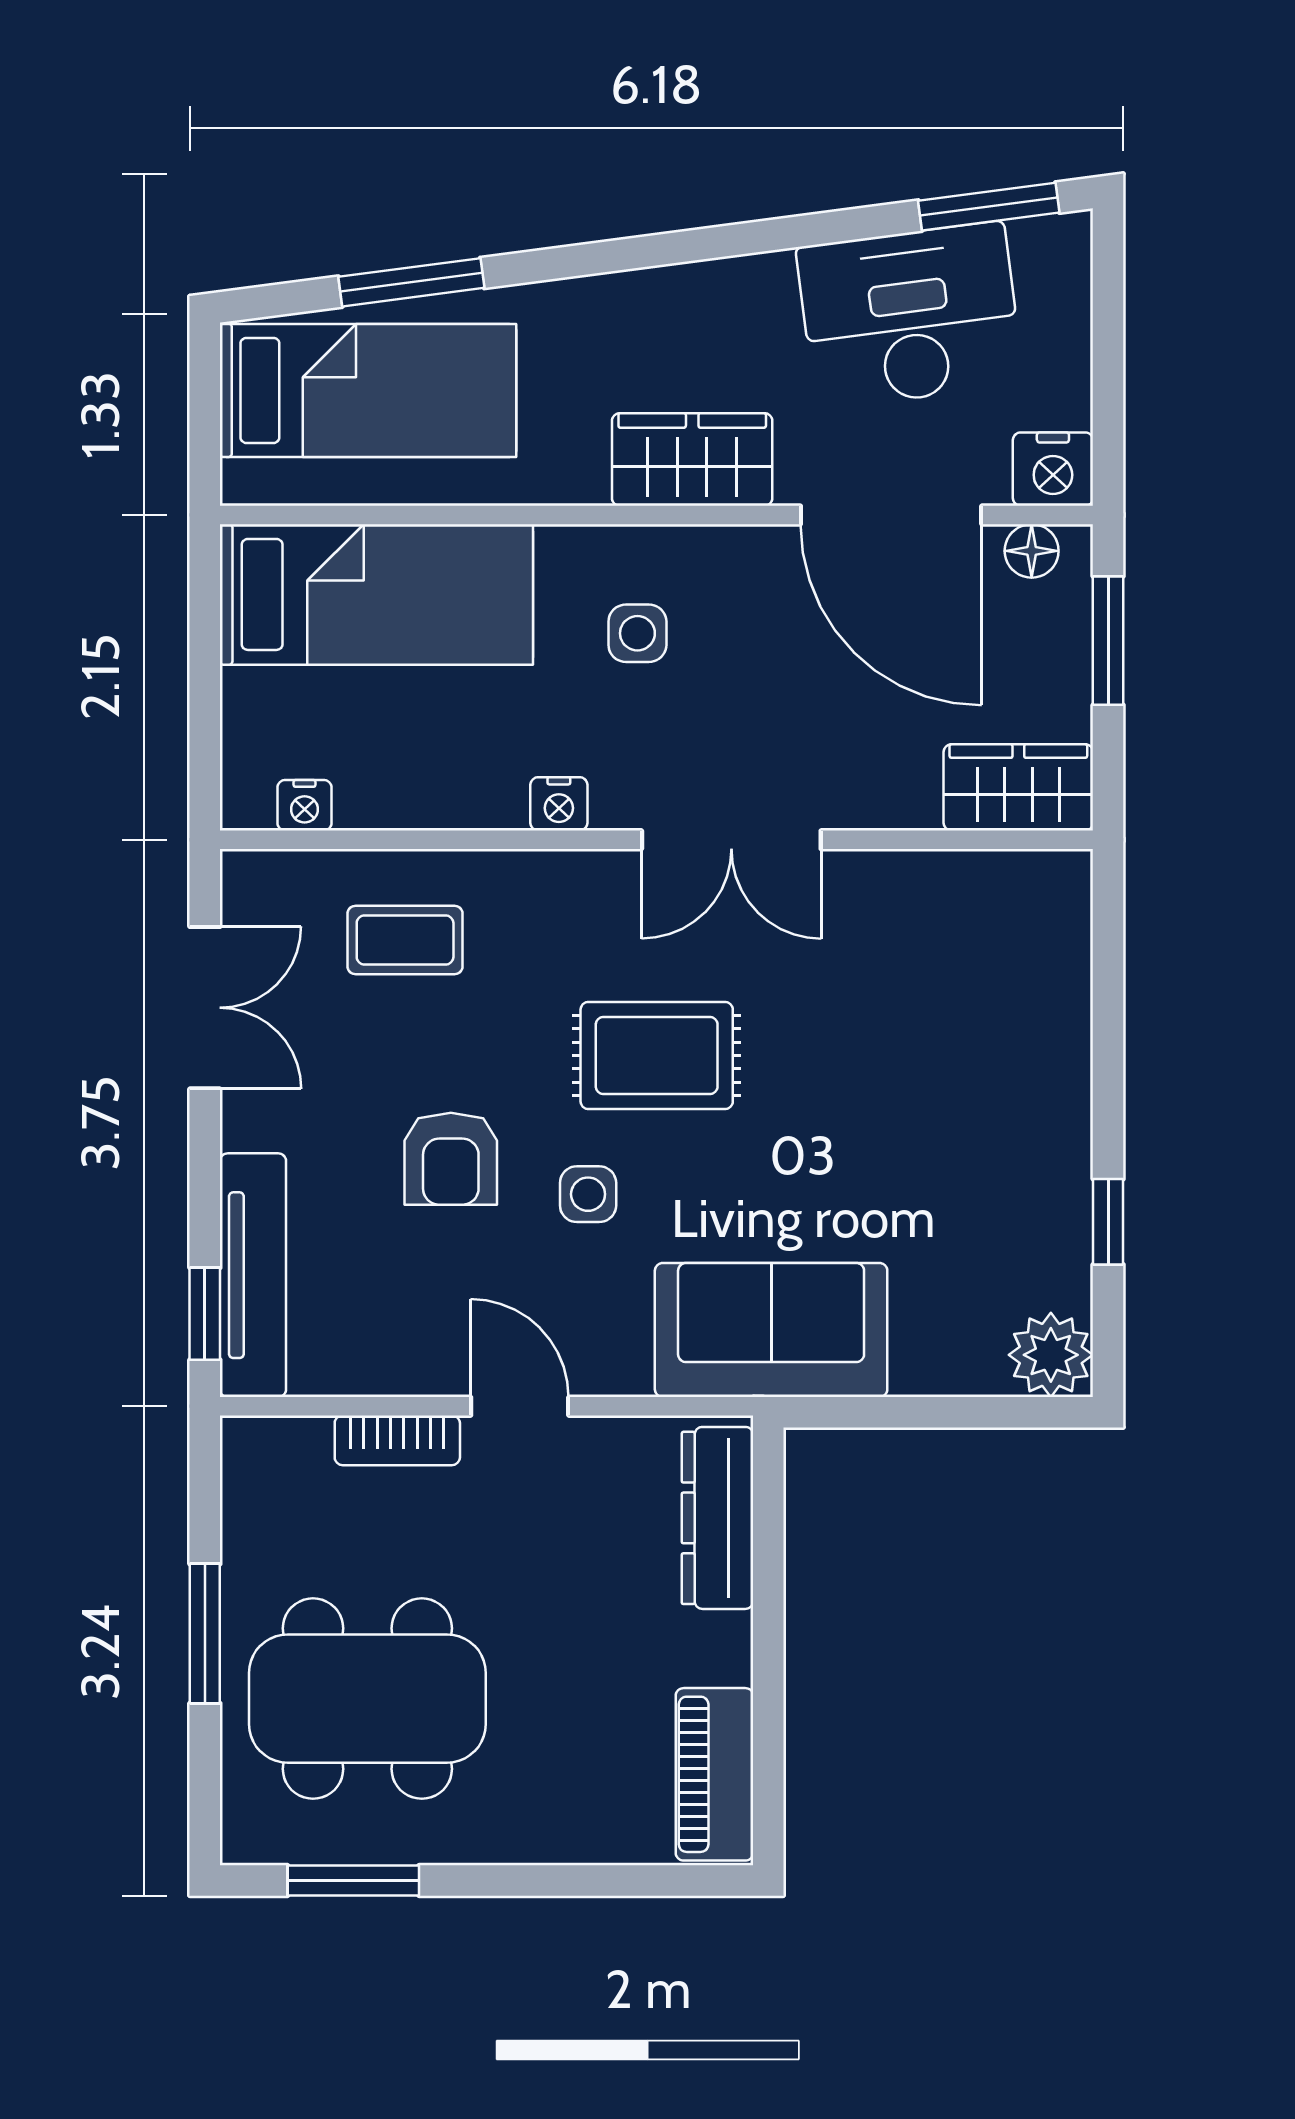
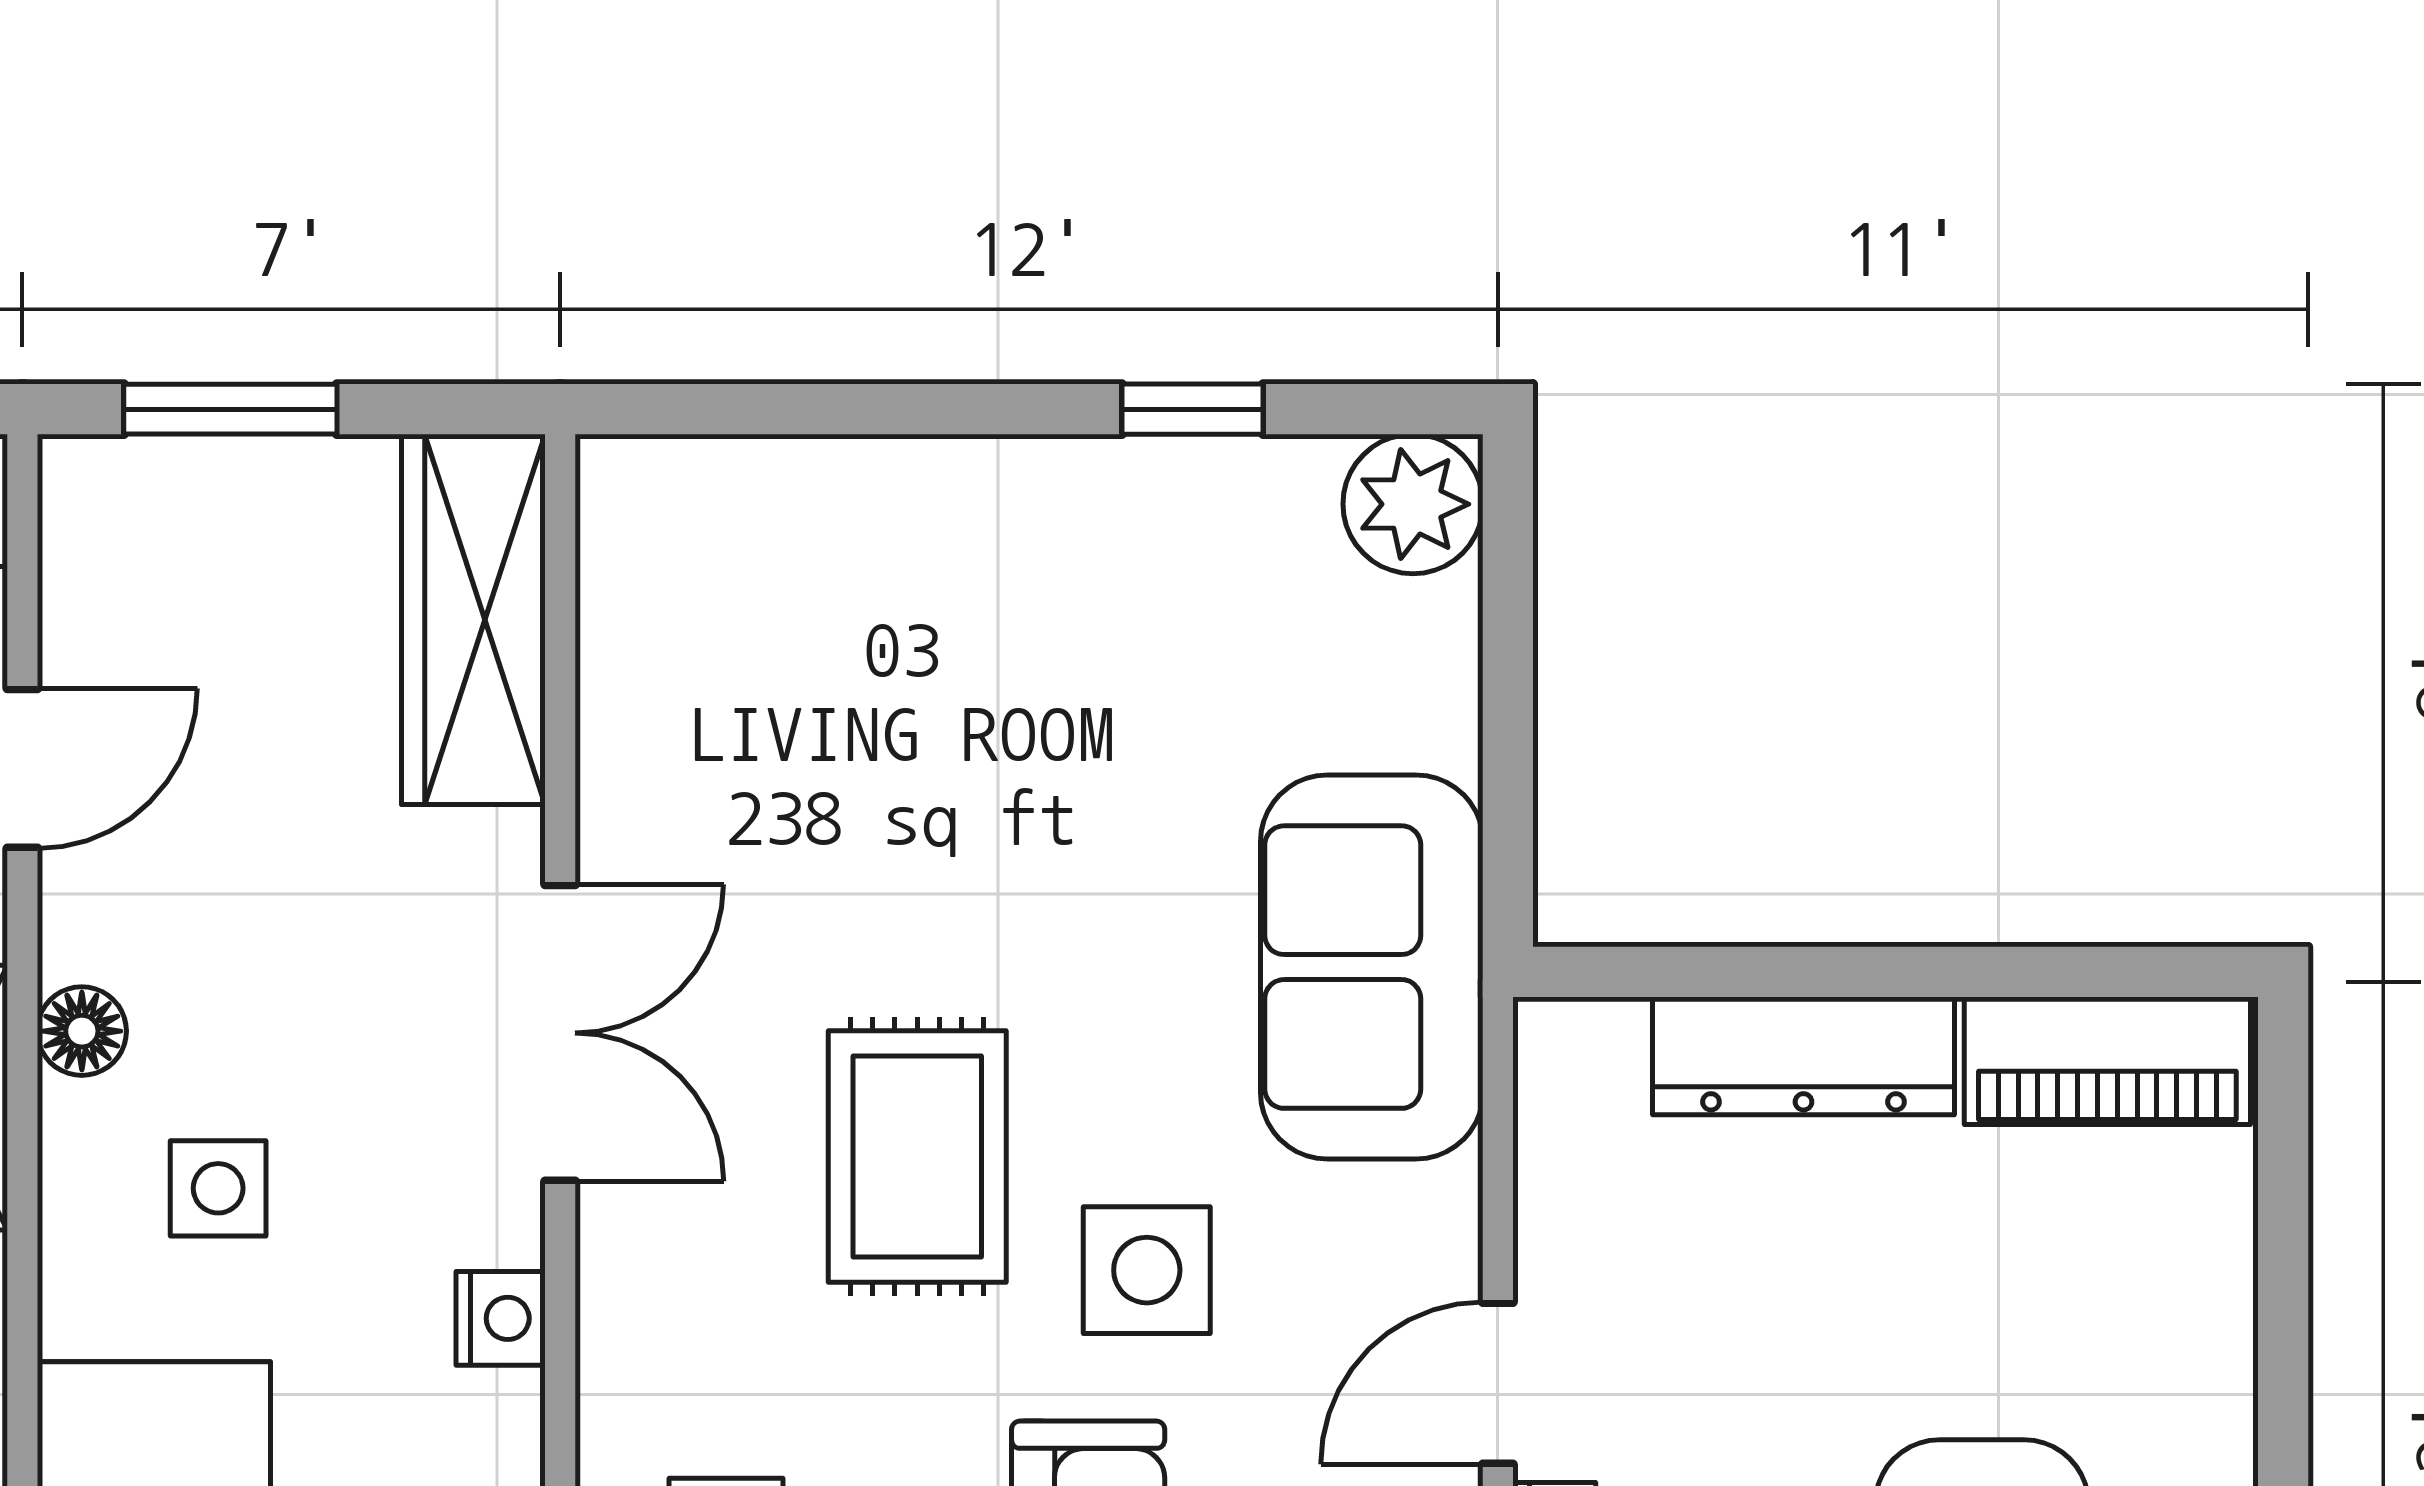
door: (891, 515) -> (22, 768), width x0.53
floor lamp: (1032, 551) -> (82, 1031), moved
wardrobe: (1018, 787) -> (473, 619), width x1.50
side table: (588, 1194) -> (1147, 1270), width x1.37, depth x1.37
dresser: (717, 1518) -> (1803, 1056), moved

